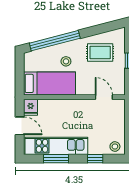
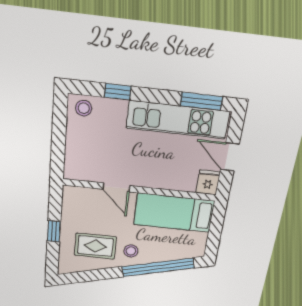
stool: (66, 61) -> (131, 251), moved
door: (104, 97) -> (116, 187), moved
window: (56, 159) -> (201, 101), moved

